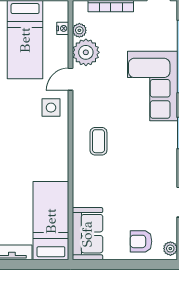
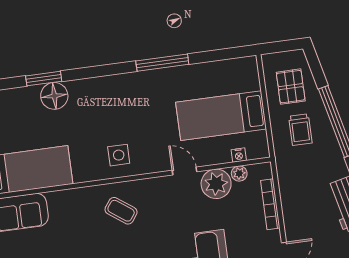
side table: (51, 108) -> (119, 155), moved
coffee table: (98, 141) -> (121, 211), turned 36

